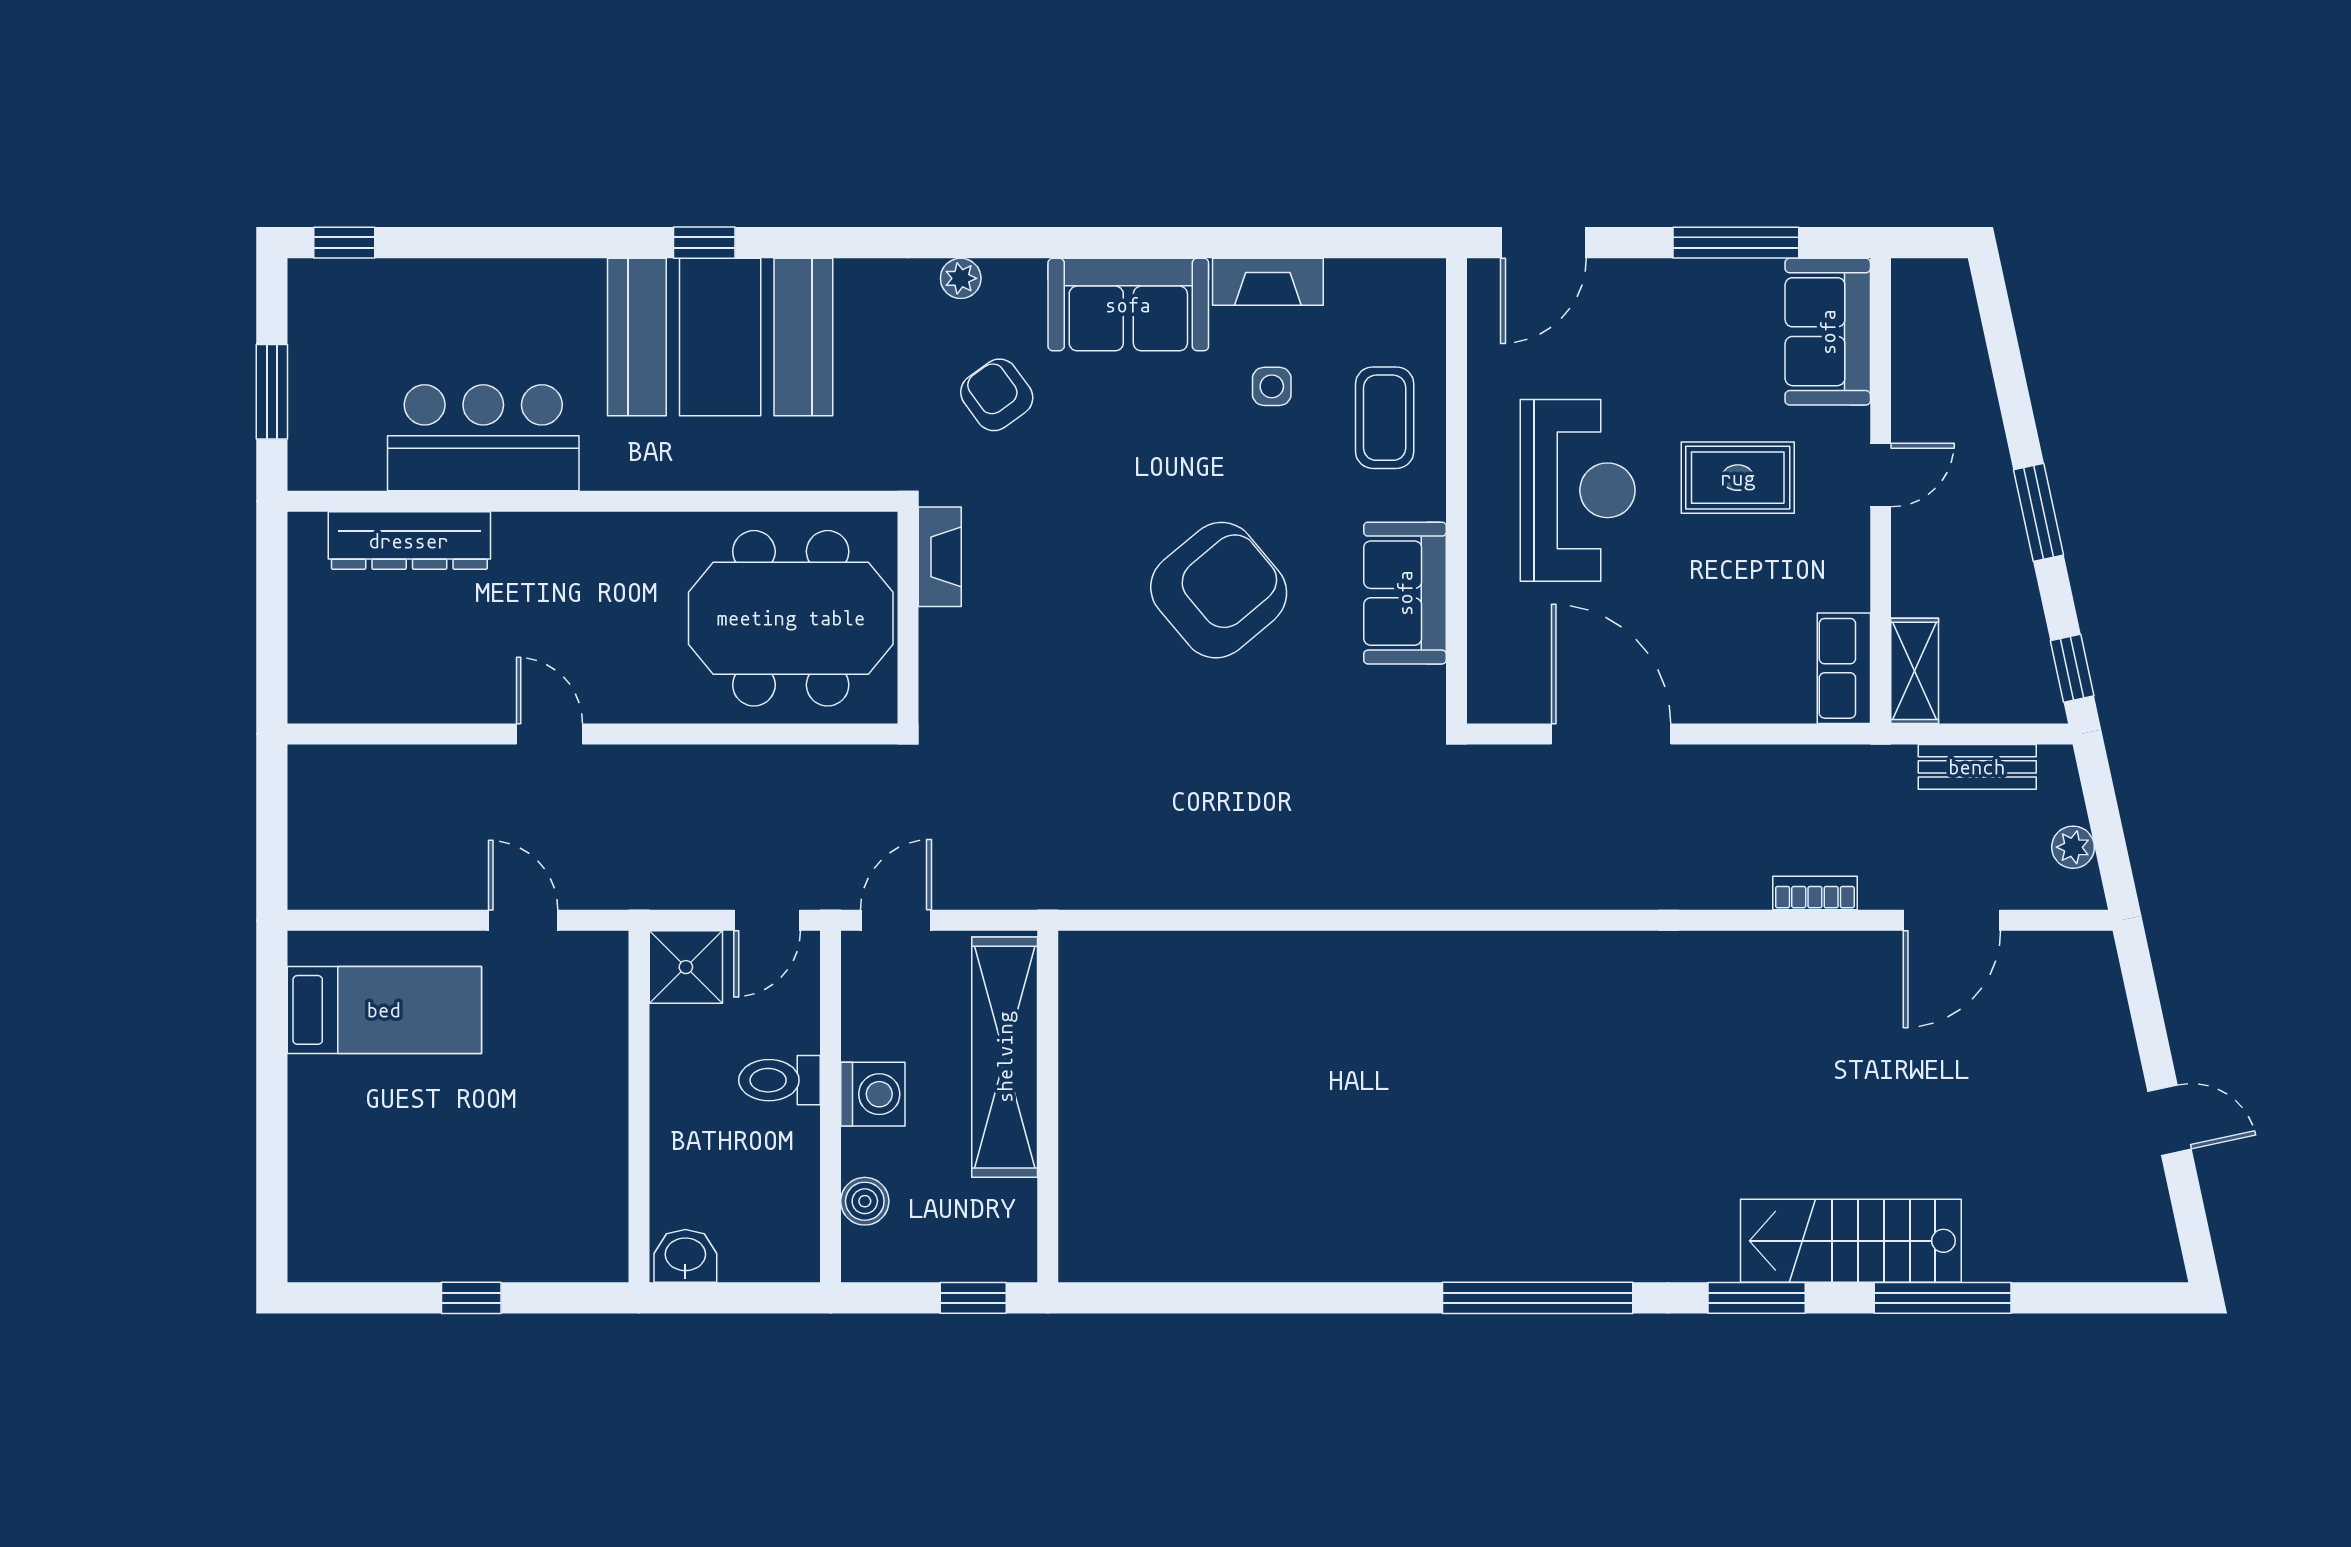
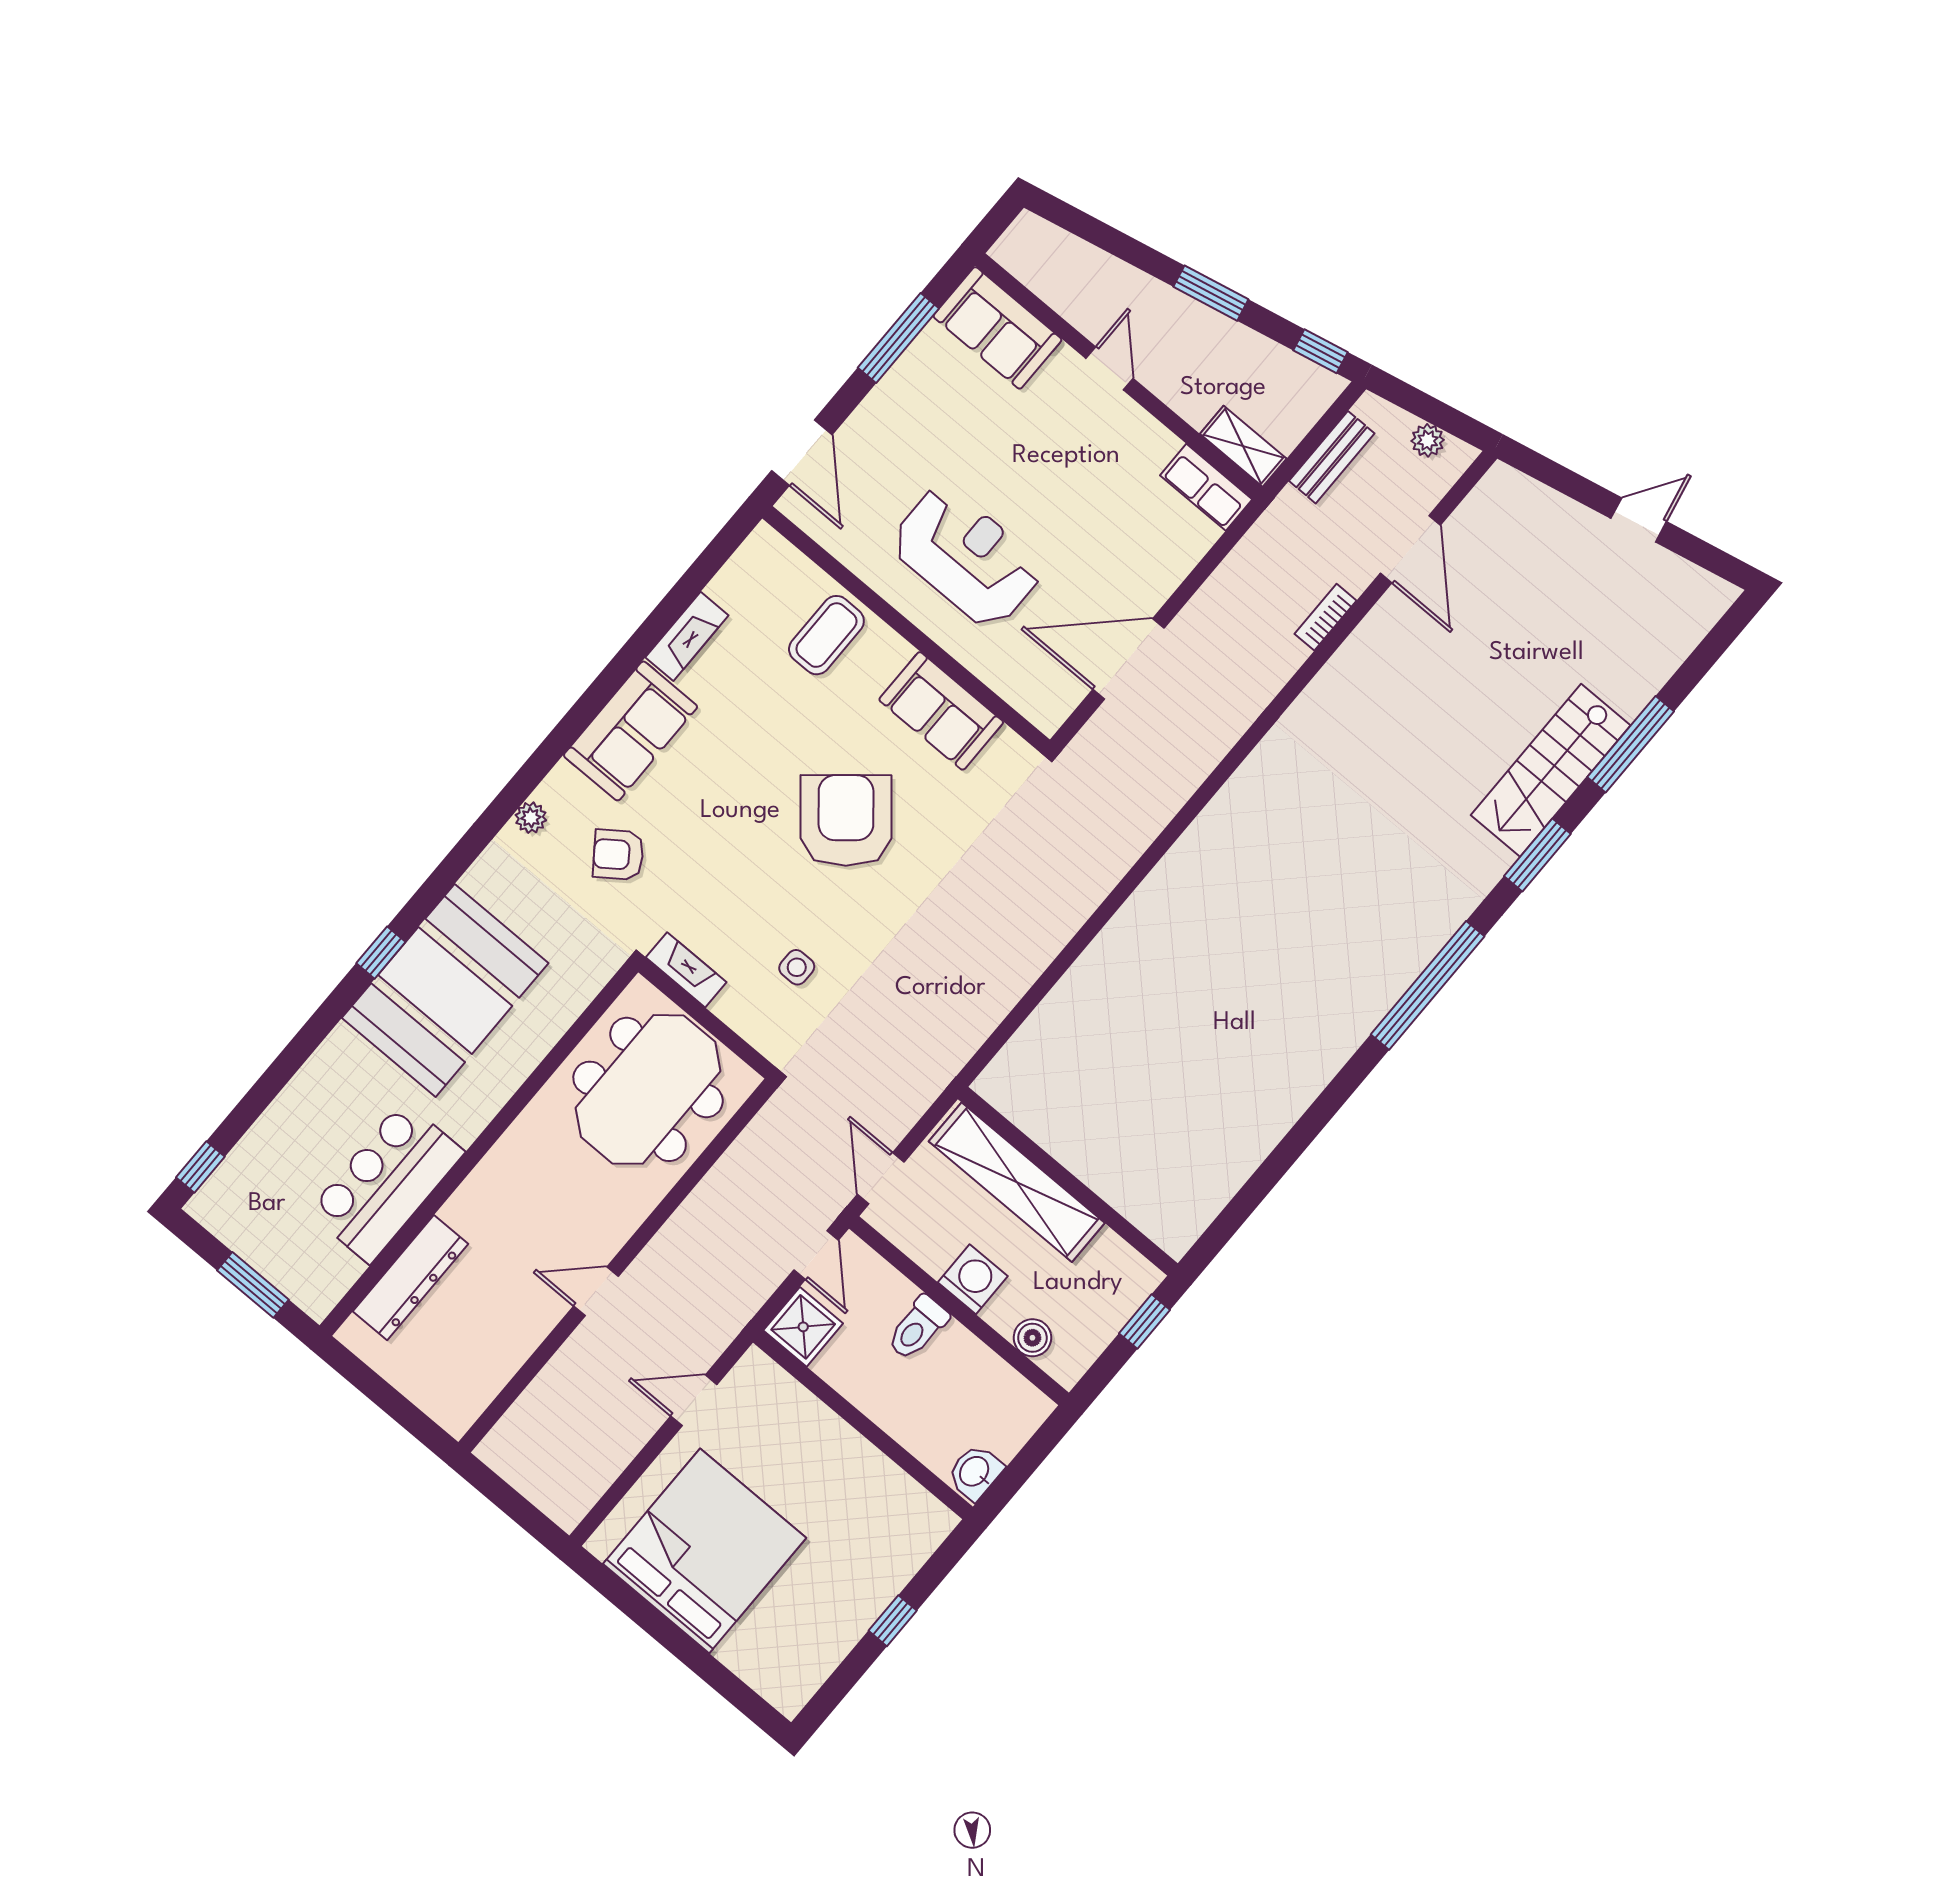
side table: (1272, 386) -> (797, 967), moved
coffee table: (1385, 418) -> (826, 635), turned 90
rug: (1738, 478) -> (1039, 455), removed
bed: (384, 1010) -> (705, 1551), width x2.04

